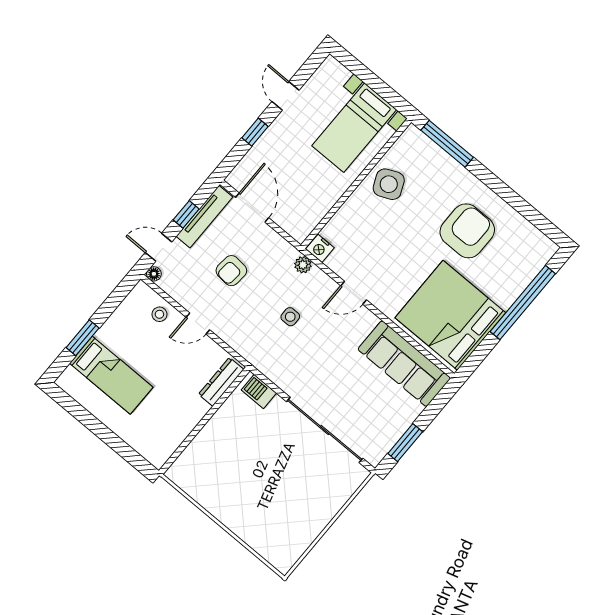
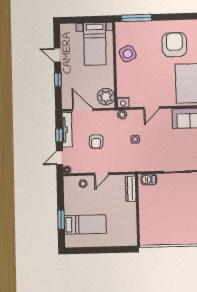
plant: (302, 218) -> (106, 97), added

